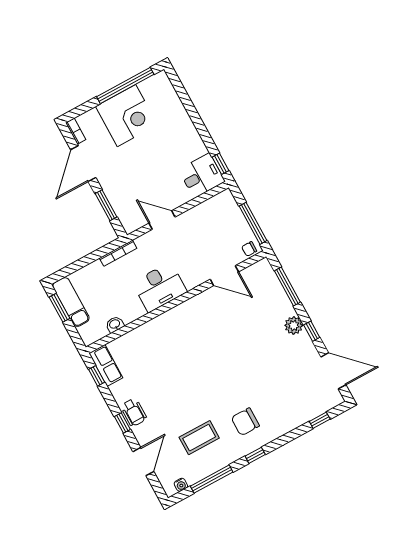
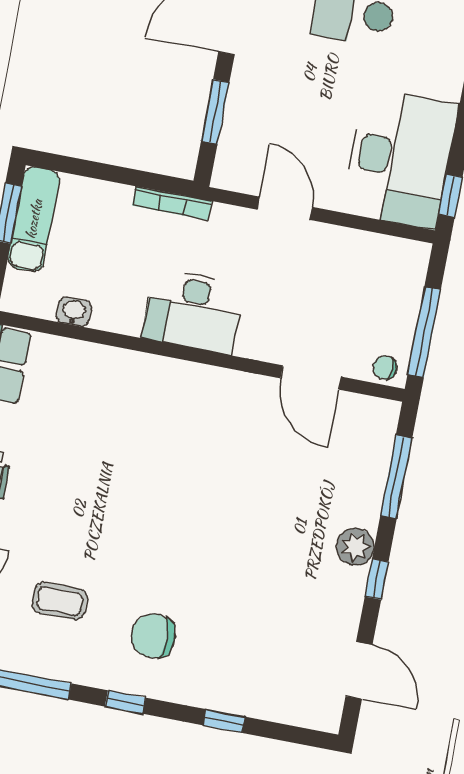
desk: (202, 176) -> (400, 158), width x1.87, depth x1.30
door: (333, 371) -> (359, 670), width x0.73
window: (320, 420) -> (224, 721), moved
coffee table: (199, 438) -> (60, 601), width x0.73, depth x0.77

